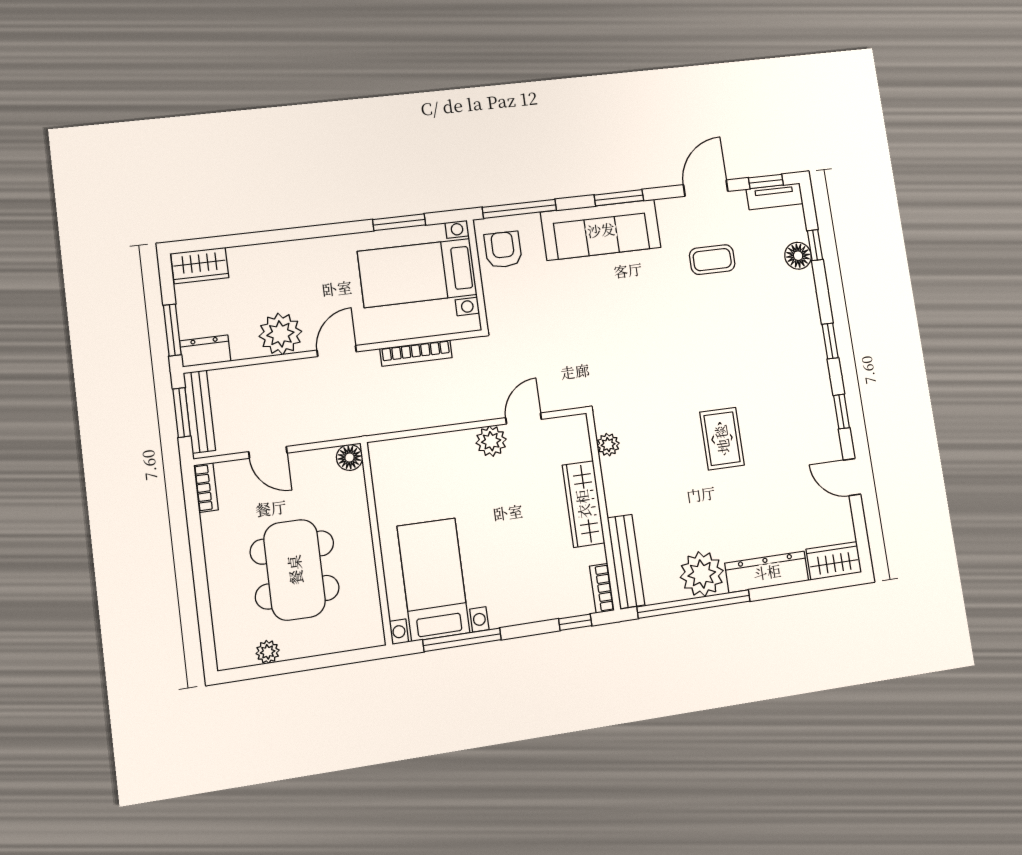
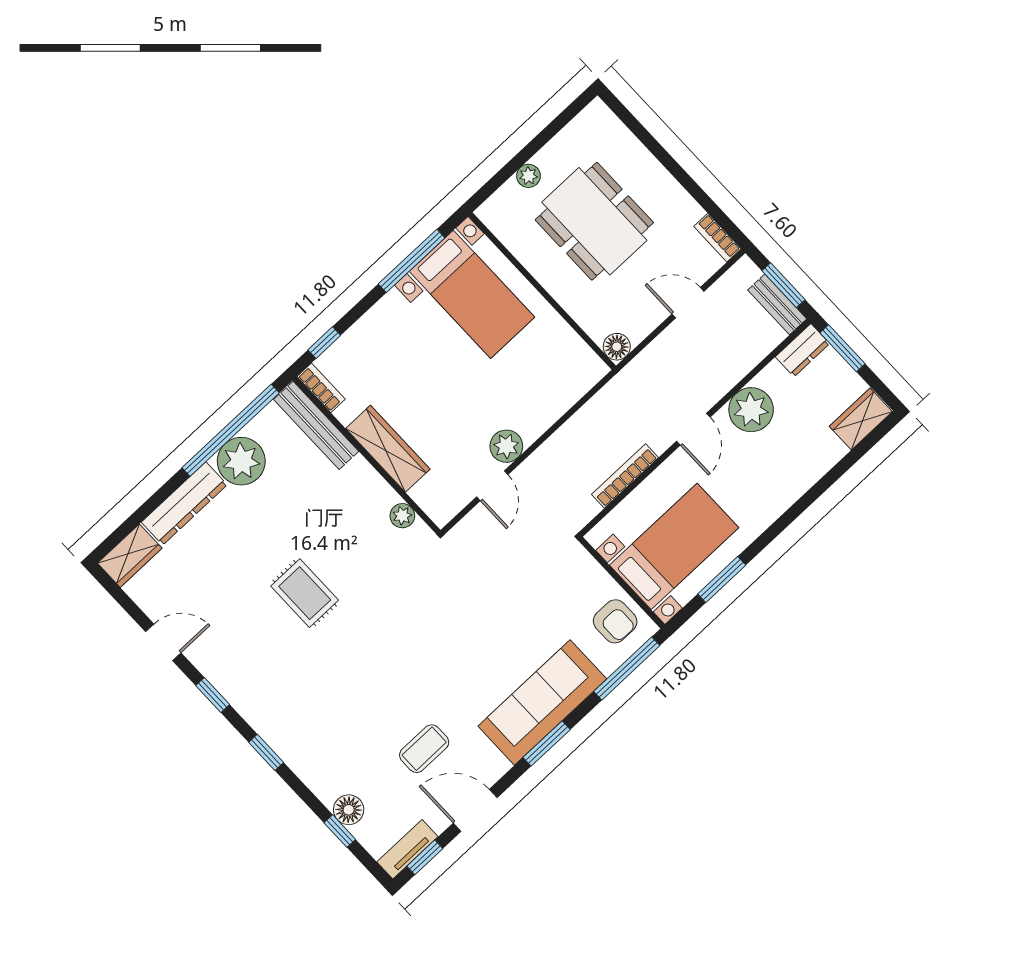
door: (706, 188) -> (475, 810), swing flipped
bench: (199, 412) -> (777, 304), width x0.73
plant: (268, 652) -> (528, 176), moved

